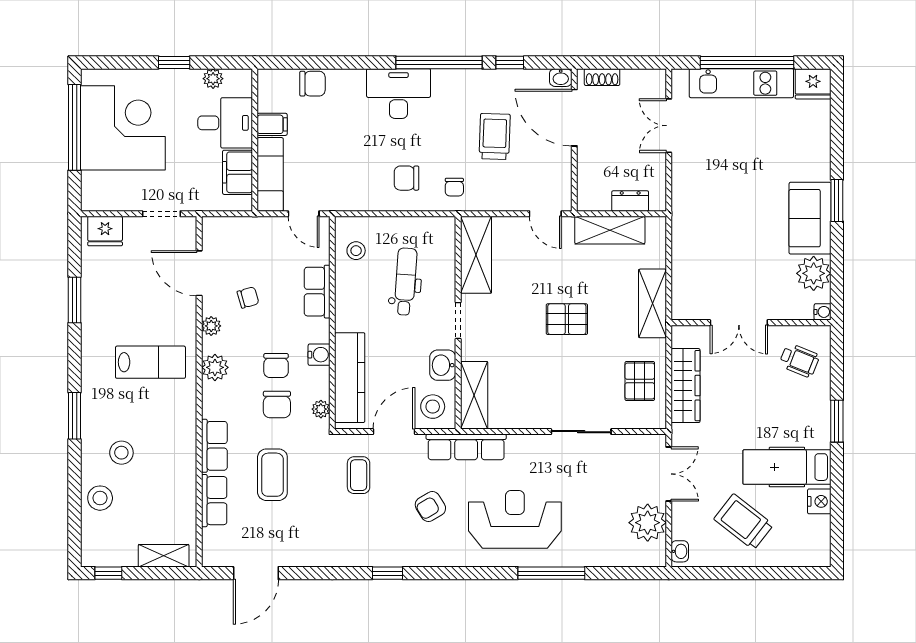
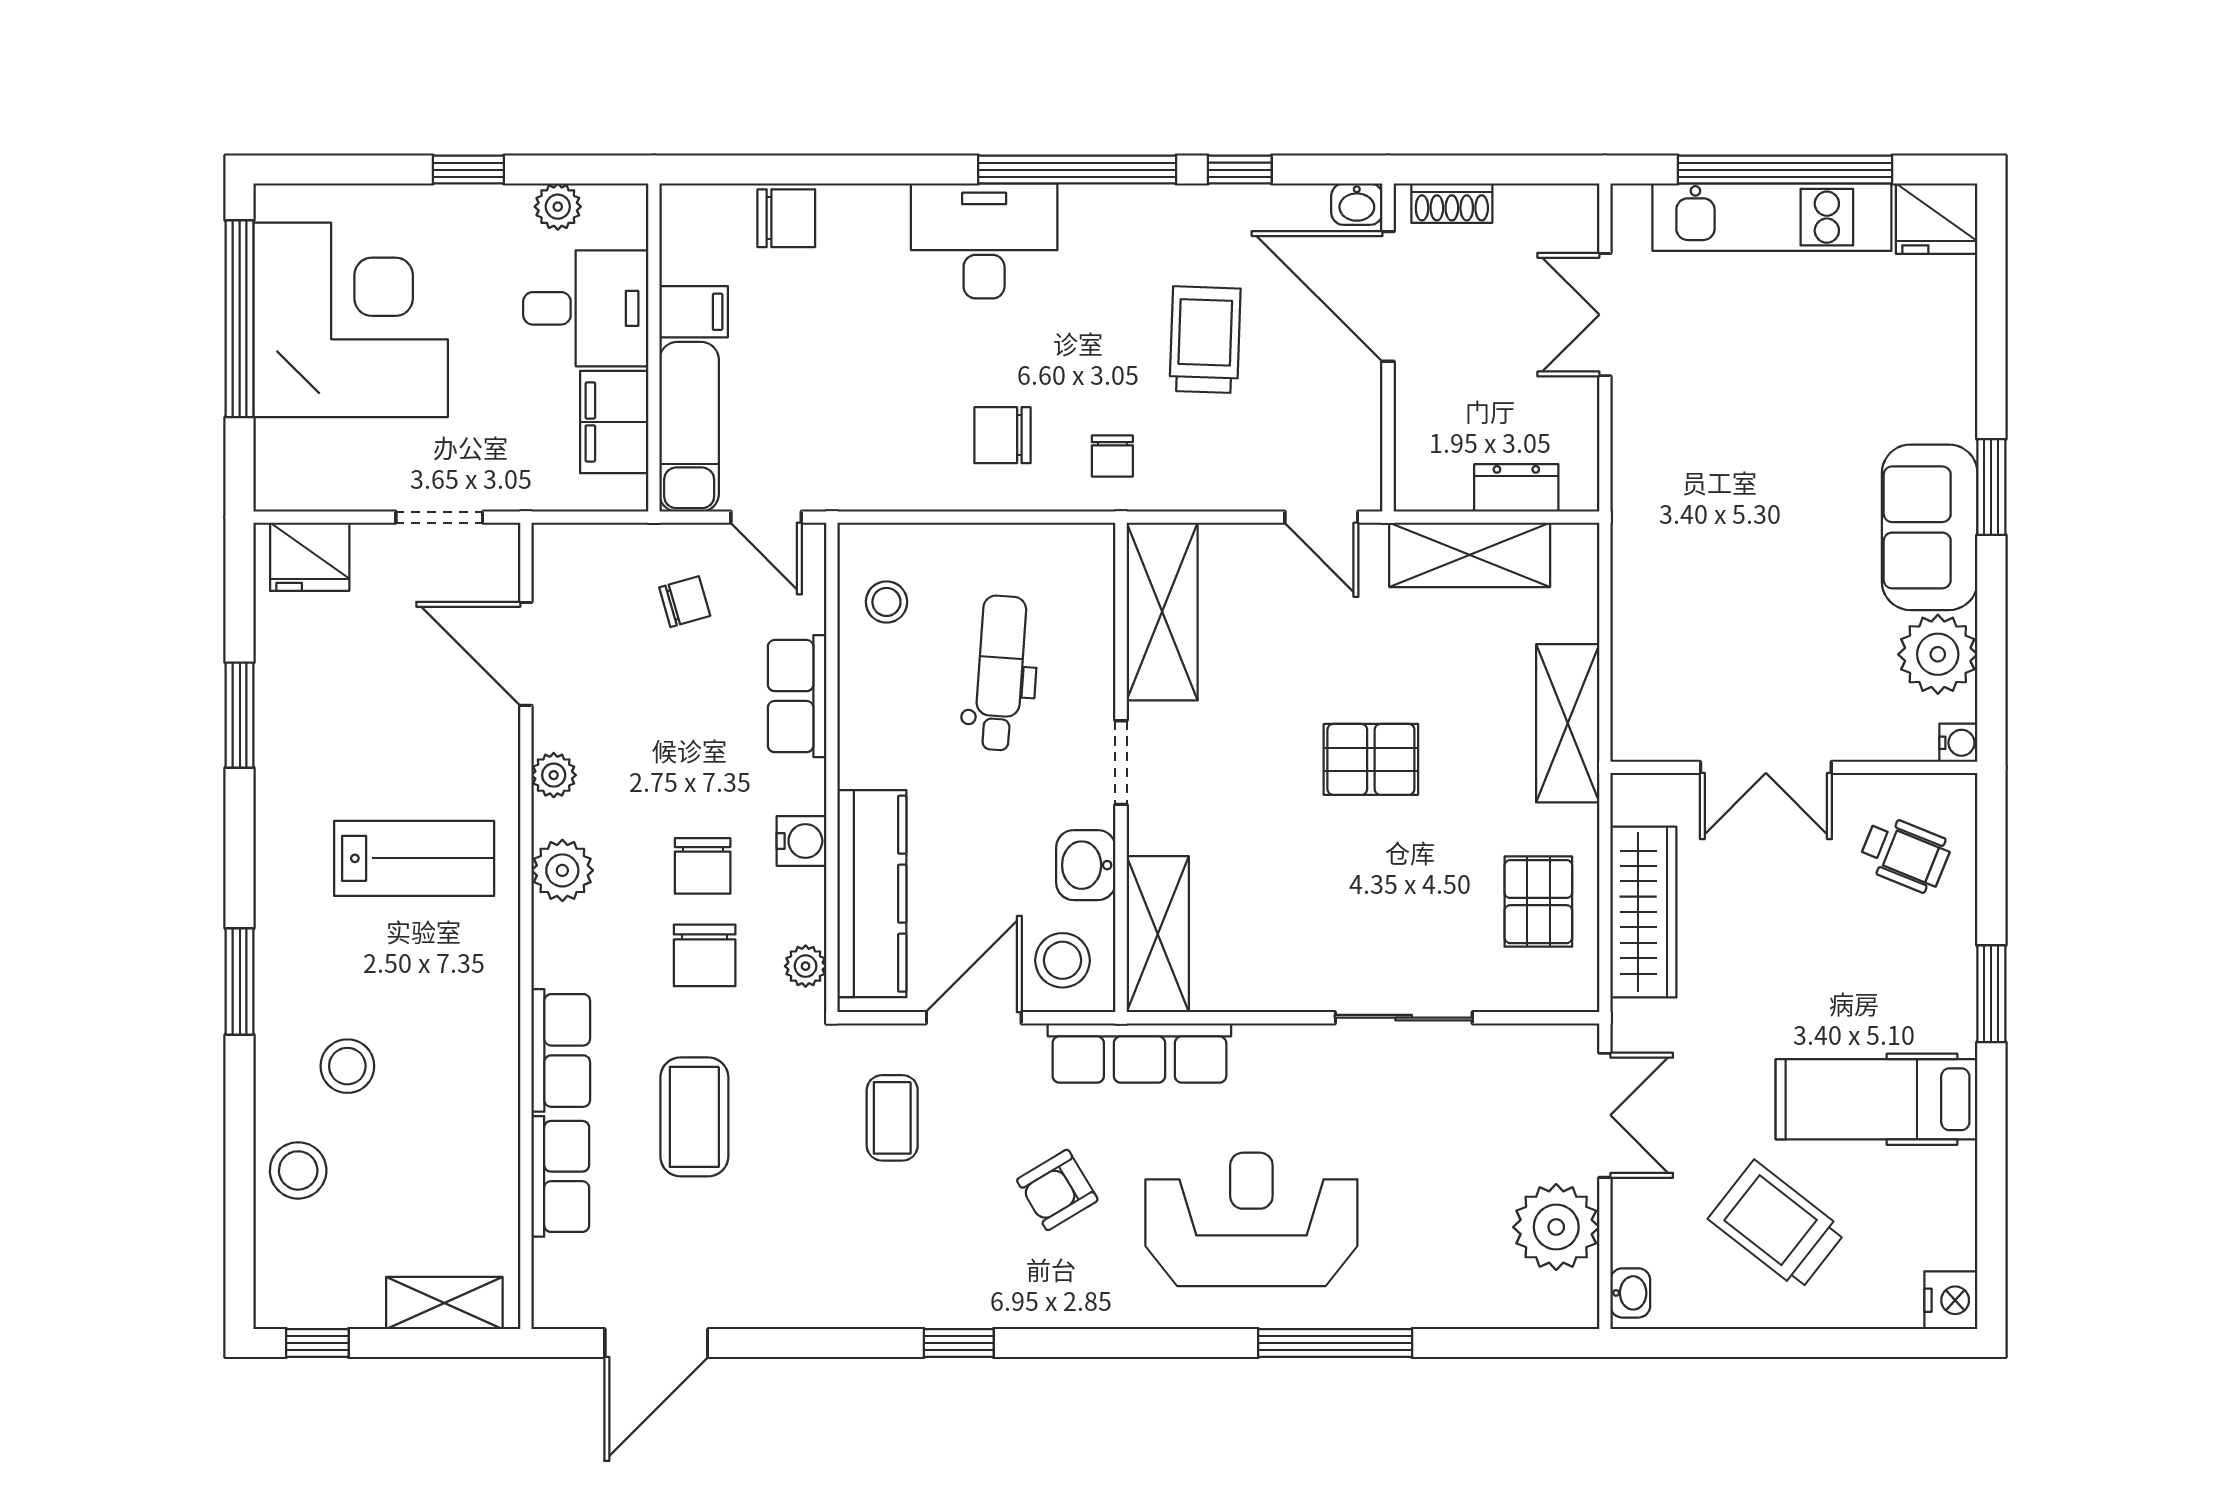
chair: (248, 297) -> (685, 602), moved
nightstand: (819, 501) -> (1951, 1300), moved

